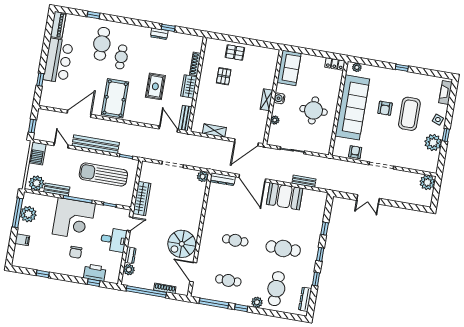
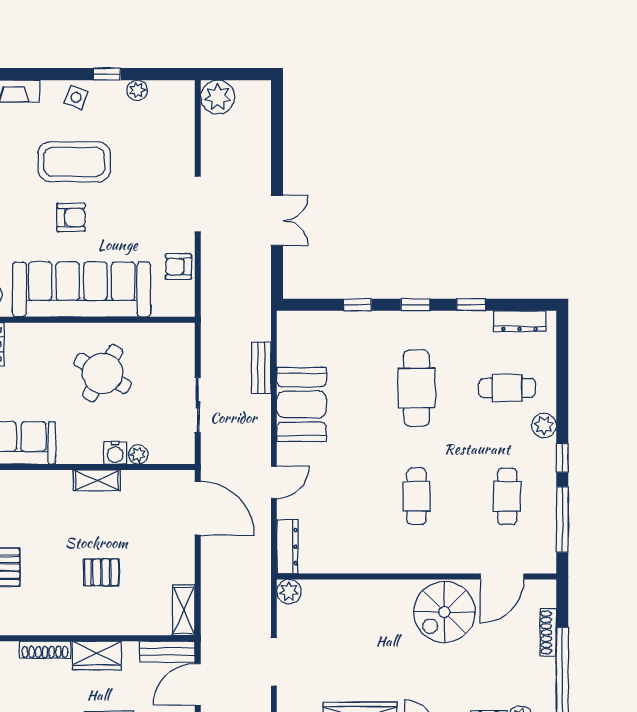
pallet: (224, 76) -> (101, 572), moved
water cooler: (279, 98) -> (115, 453), moved
round table: (314, 110) -> (103, 373), turned 30
shelving: (214, 130) -> (184, 610), moved
plant: (433, 143) -> (137, 90), width x0.53, depth x0.53
door: (252, 178) -> (274, 482), width x0.53
spiral stairs: (182, 244) -> (444, 612), turned 90
cafe table: (276, 289) -> (507, 388), width x0.73, depth x0.74

